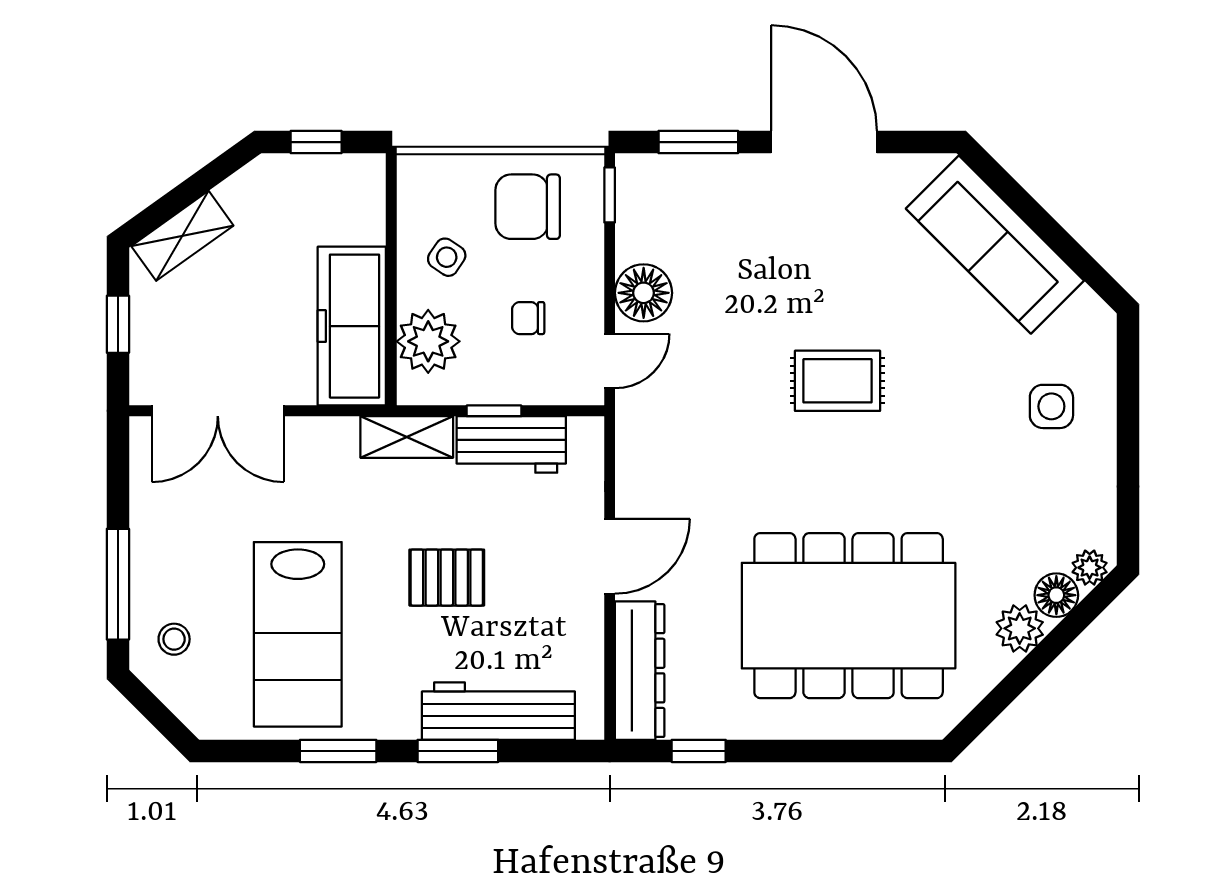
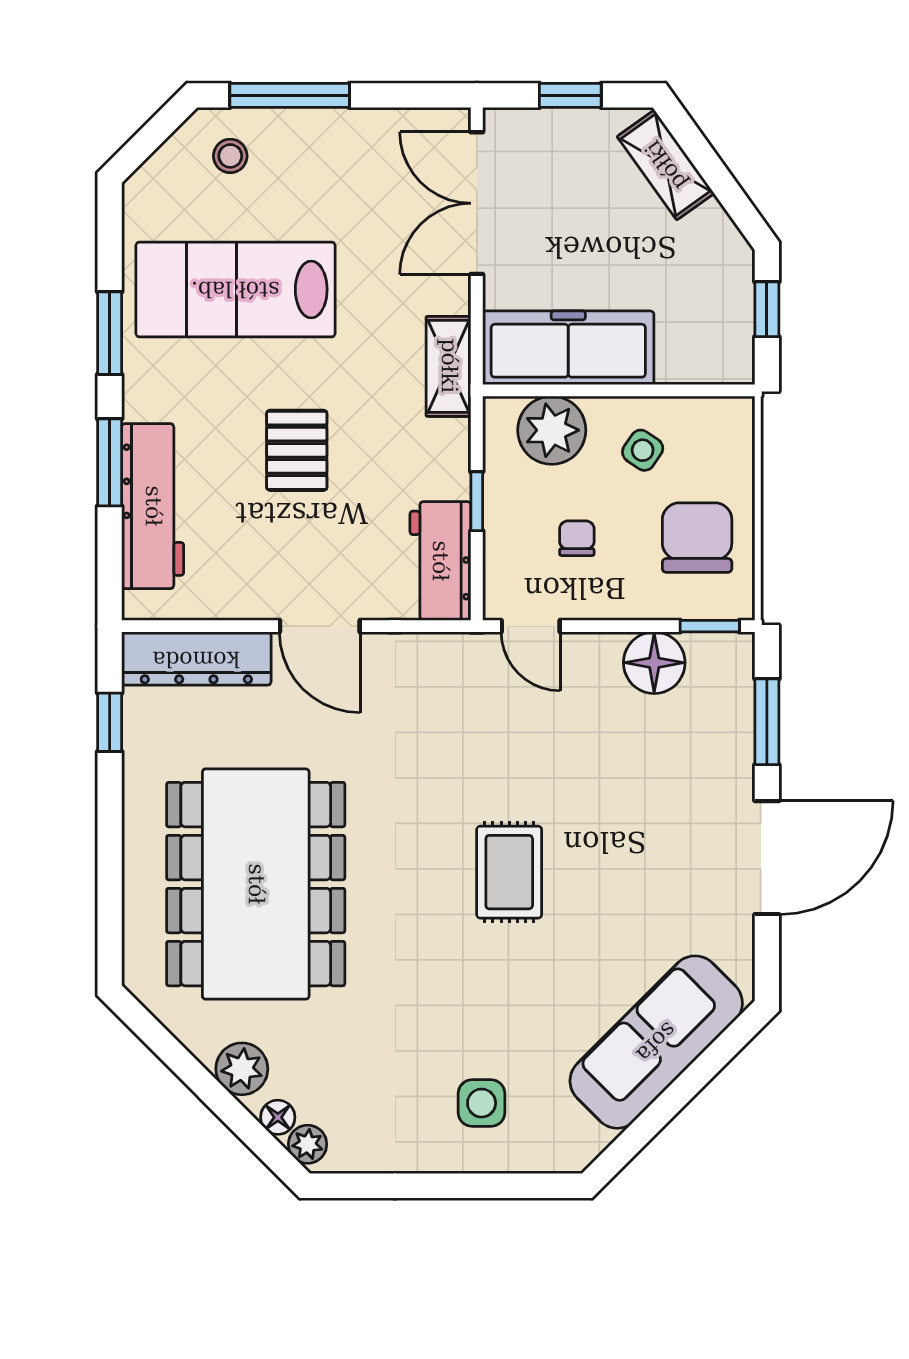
floor lamp: (644, 293) -> (654, 663), moved
shelving: (407, 437) -> (449, 366), moved
workbench: (511, 444) -> (440, 561), moved
floor lamp: (1056, 595) -> (278, 1117), width x0.73, depth x0.73

